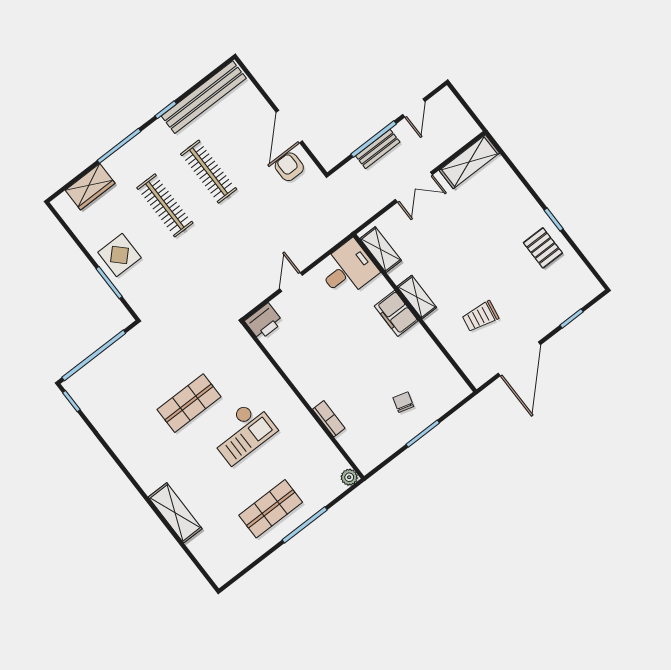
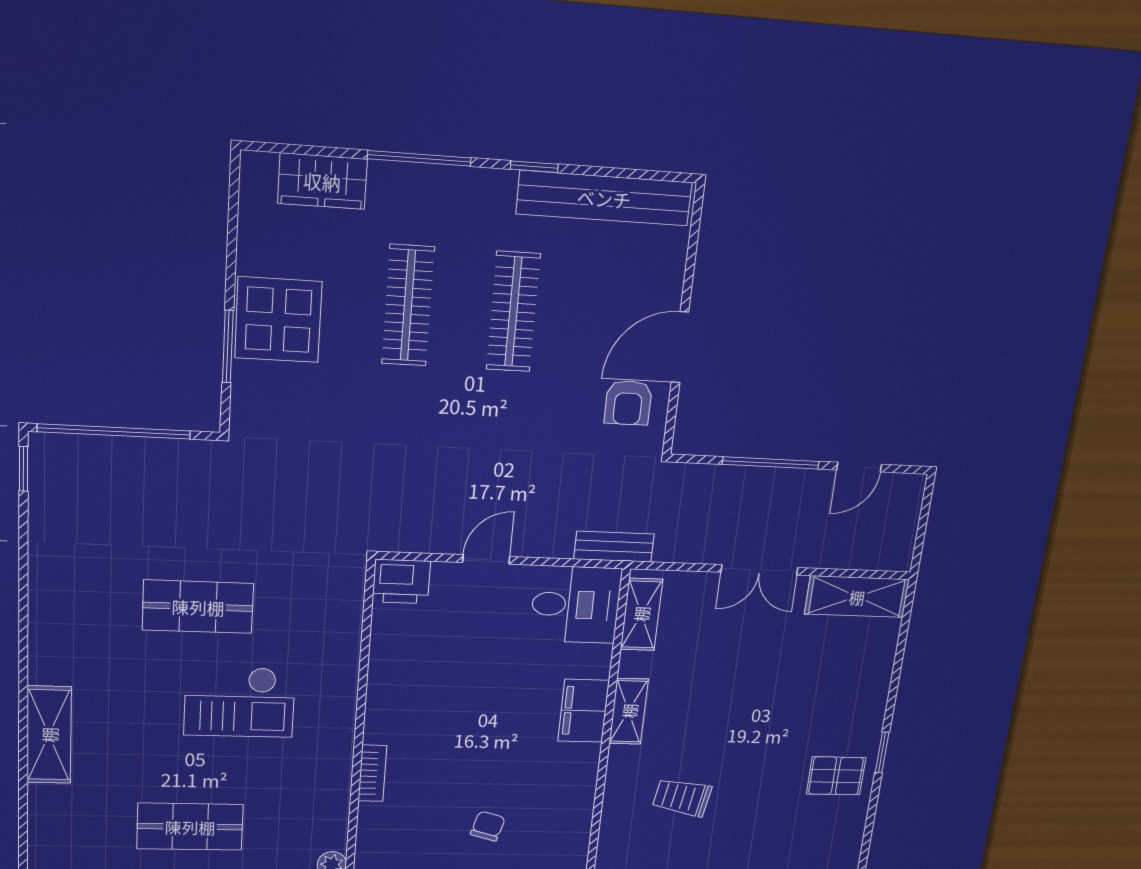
bench: (378, 149) -> (614, 547), moved
armchair: (289, 167) -> (628, 403), turned 180
pallet: (543, 248) -> (836, 776), turned 90
display table: (119, 255) -> (278, 320), width x1.36, depth x1.36

